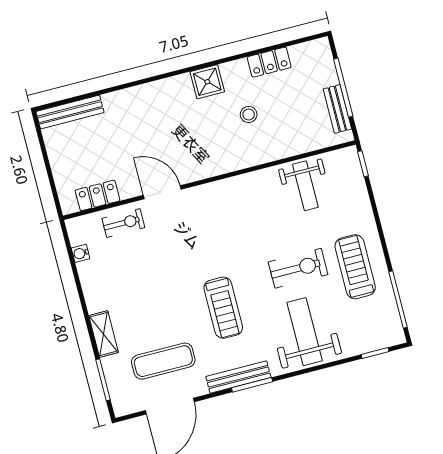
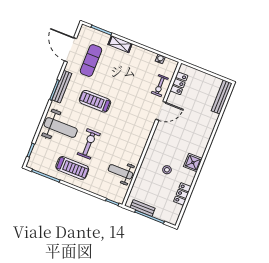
exercise bike: (298, 268) -> (89, 144), turned 180

